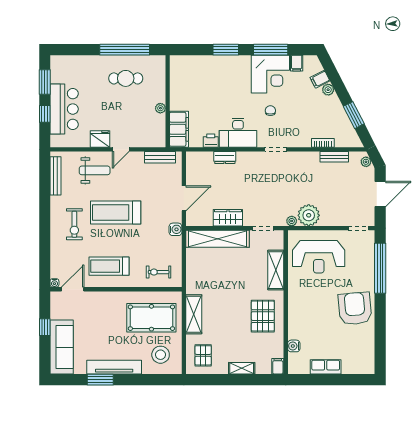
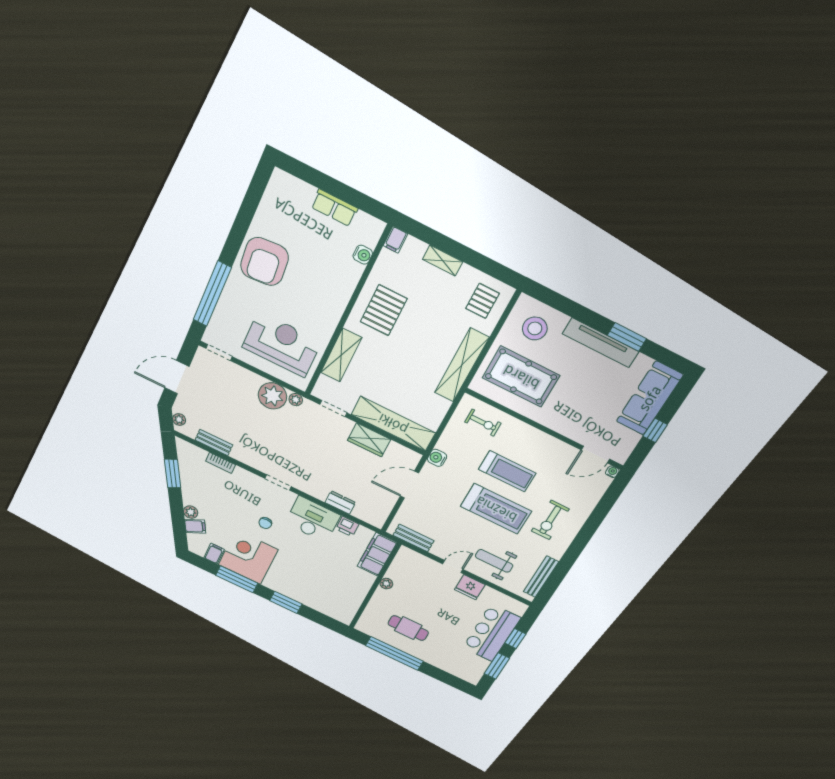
exercise bike: (74, 224) -> (550, 520), turned 180
treadmill: (109, 266) -> (507, 471), moved
shelving: (194, 314) -> (462, 365), width x1.47

